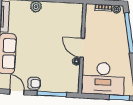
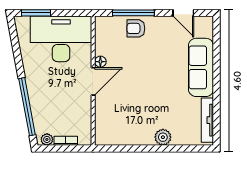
door: (82, 48) -> (93, 81), hinge flipped
armchair: (34, 83) -> (136, 28), moved

